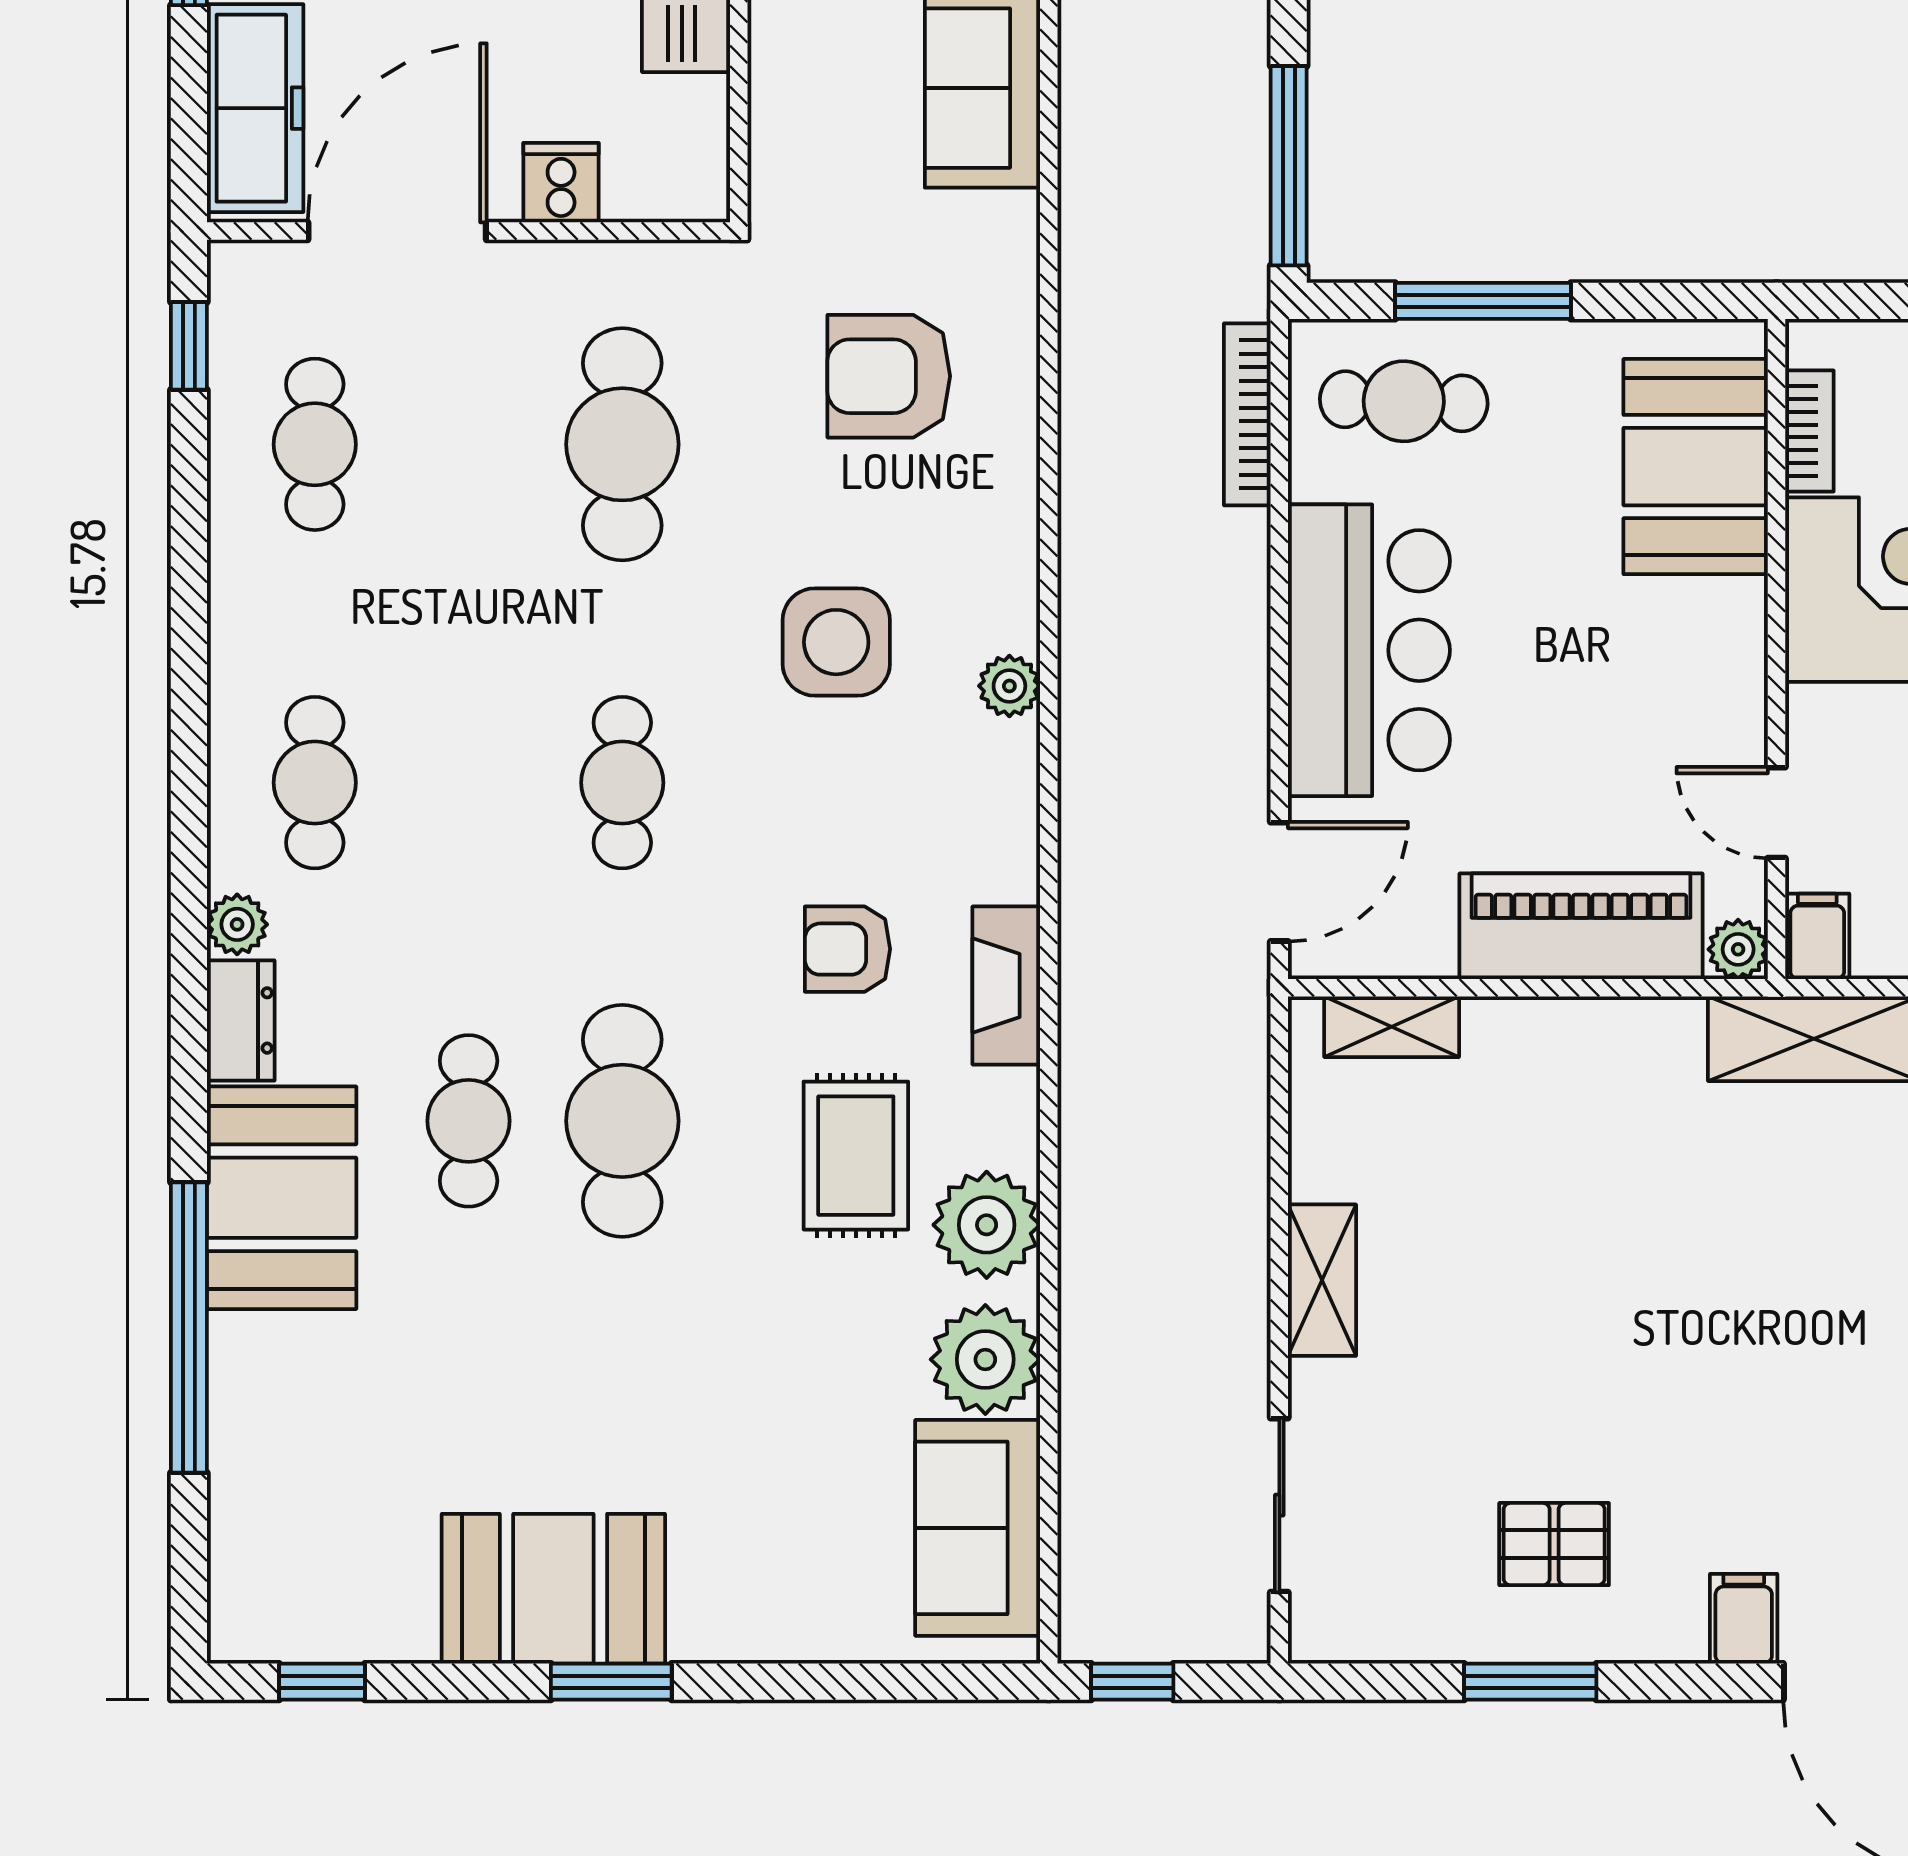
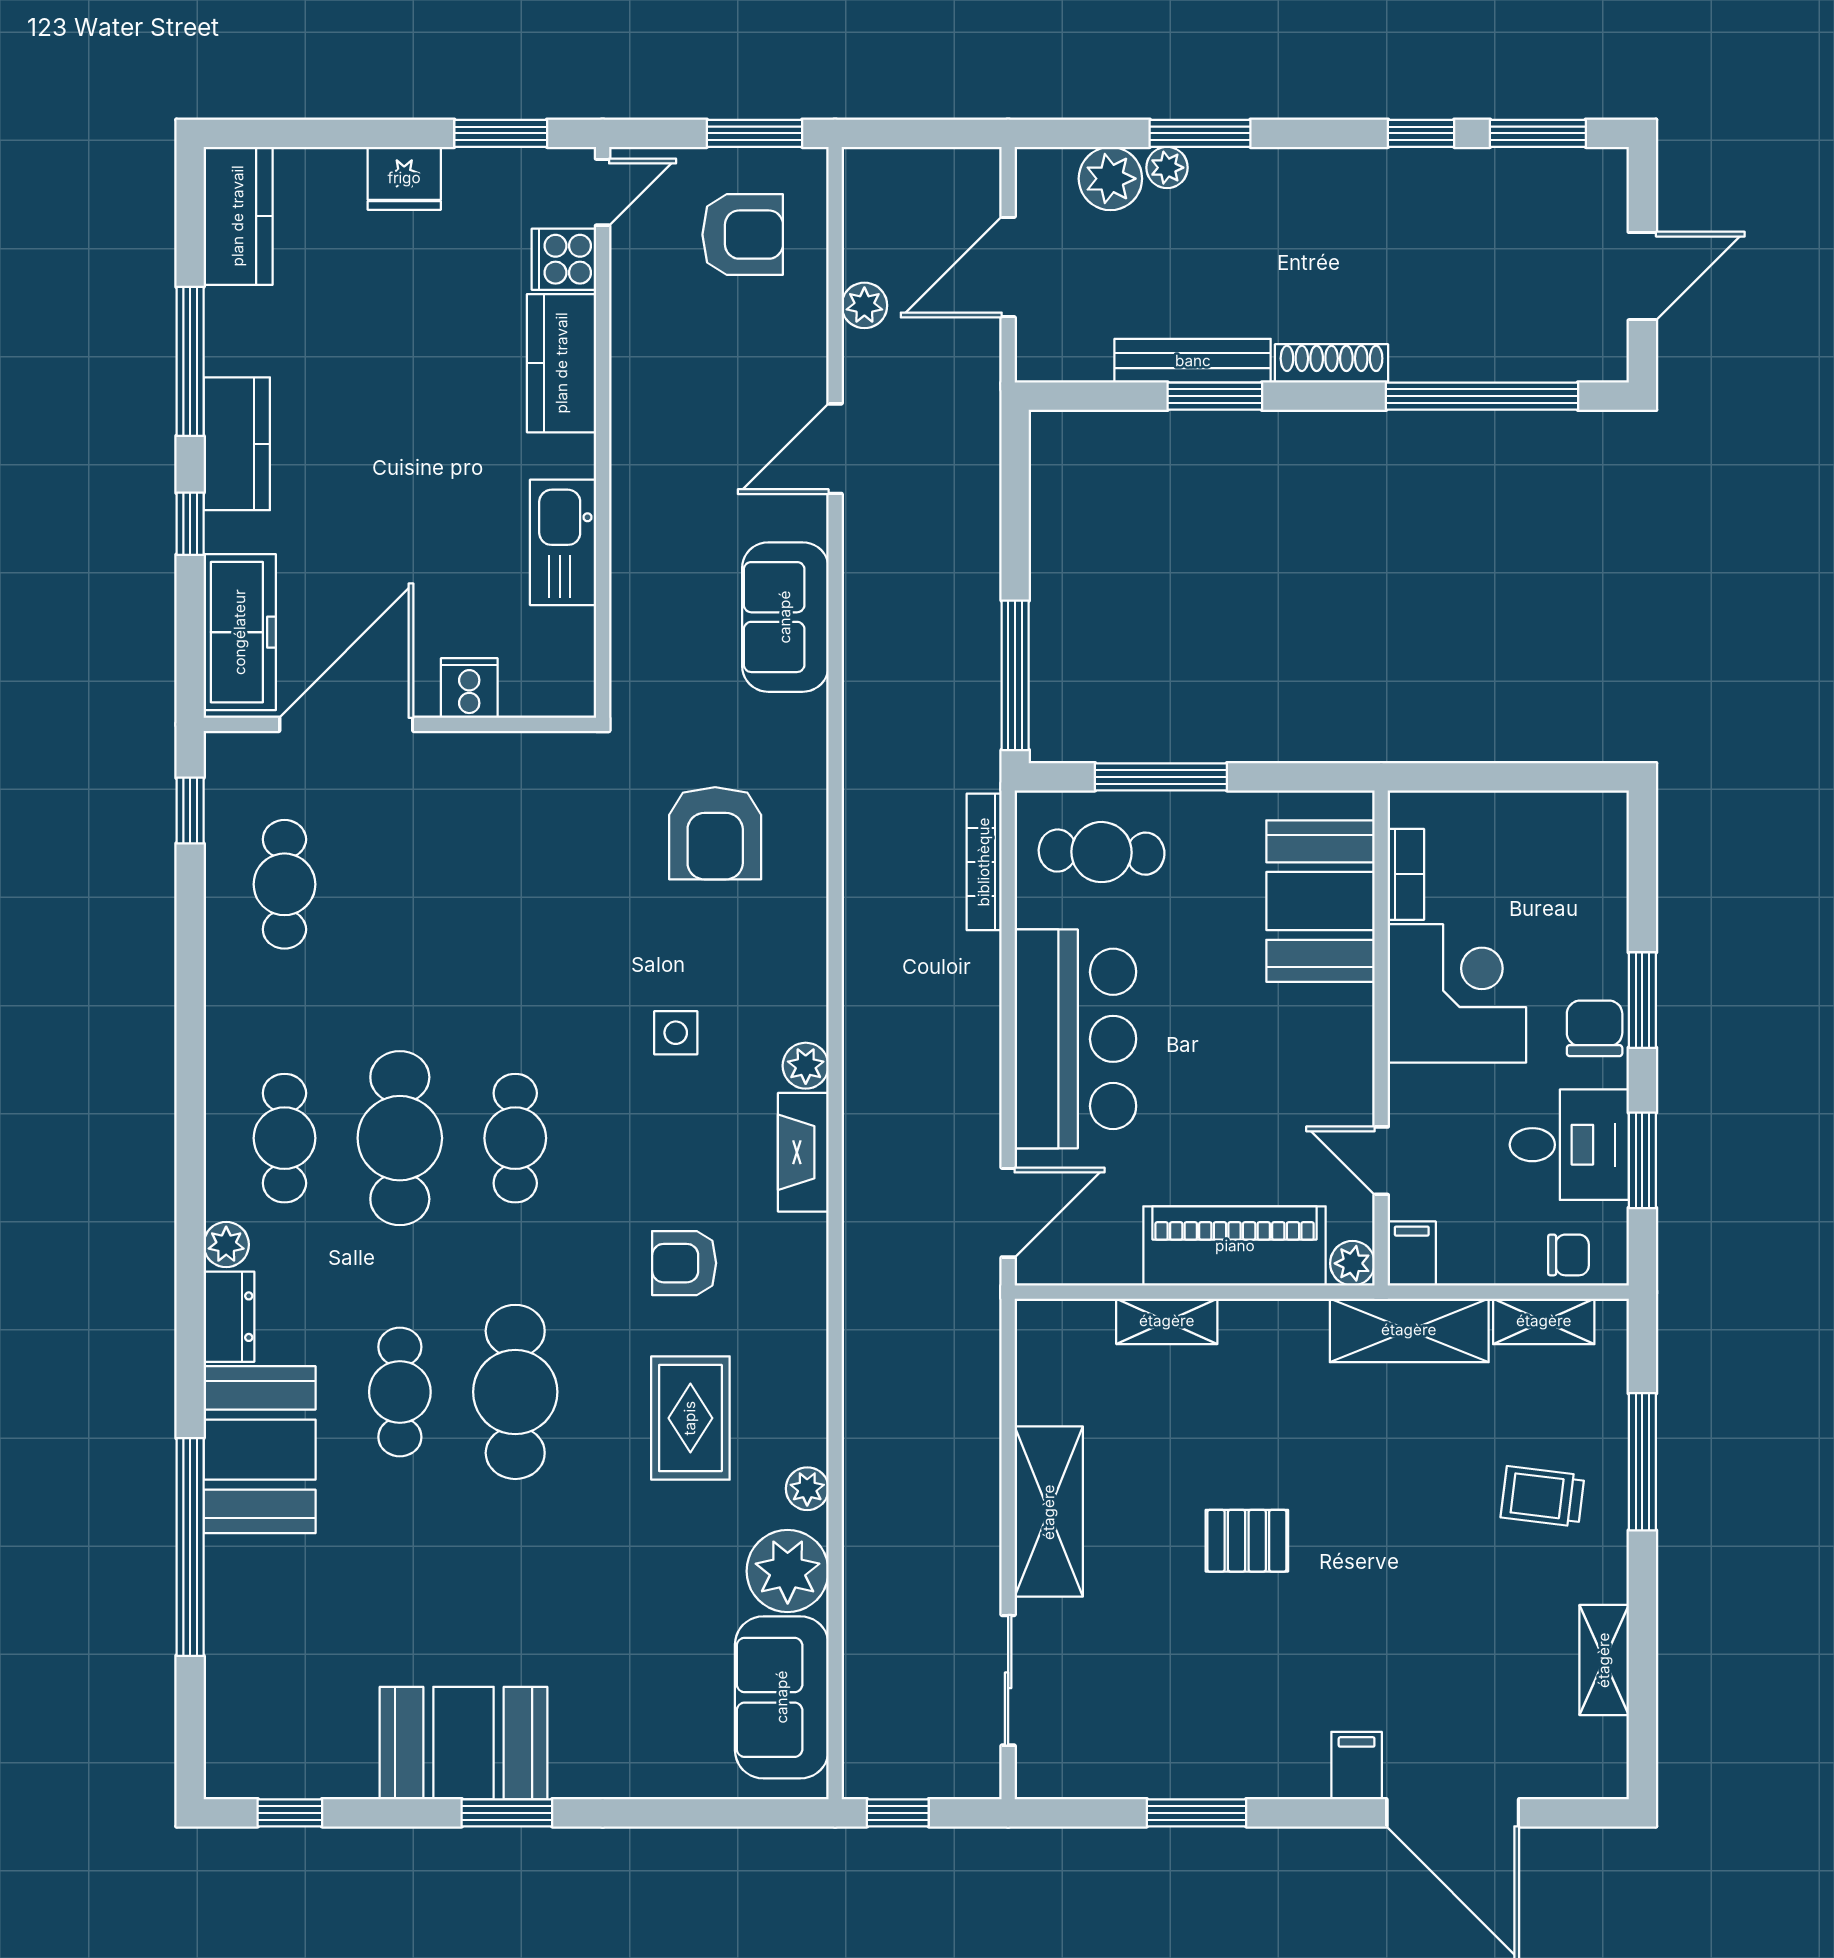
armchair: (889, 376) -> (715, 833), turned -90
cafe table: (622, 444) -> (400, 1138), moved
side table: (836, 642) -> (676, 1033), width x0.54, depth x0.54
fireplace: (1006, 985) -> (803, 1152), moved
shelving: (1392, 1027) -> (1167, 1321), moved
plant: (987, 1225) -> (807, 1489), width x0.53, depth x0.53
shelving: (1322, 1280) -> (1049, 1512), width x1.50, depth x1.33
pallet: (1554, 1544) -> (1247, 1541), moved

